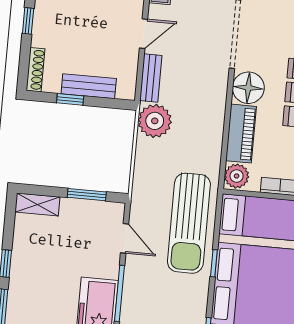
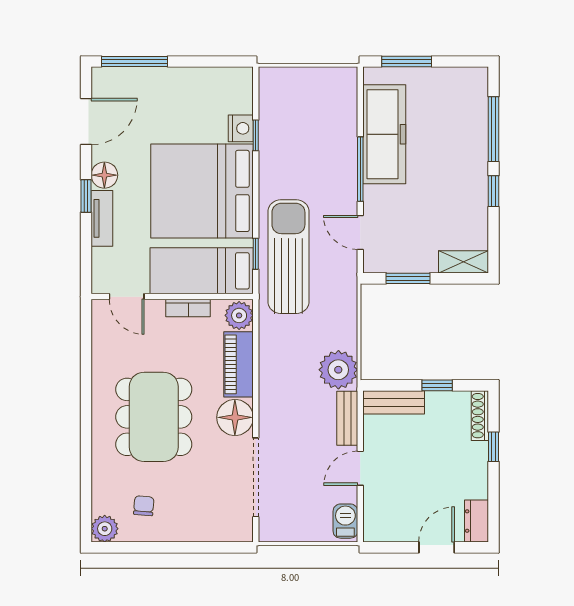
window: (28, 21) -> (493, 447), moved
bench: (89, 86) -> (394, 402), moved
window: (214, 263) -> (256, 254), moved

